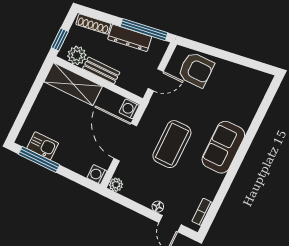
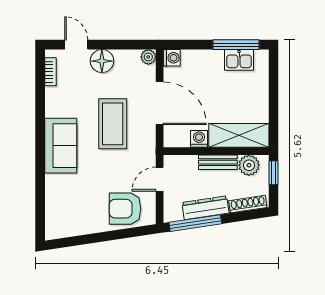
washing machine: (129, 109) -> (199, 139), moved, turned -90
floor lamp: (158, 207) -> (102, 61), width x1.89, depth x1.89

